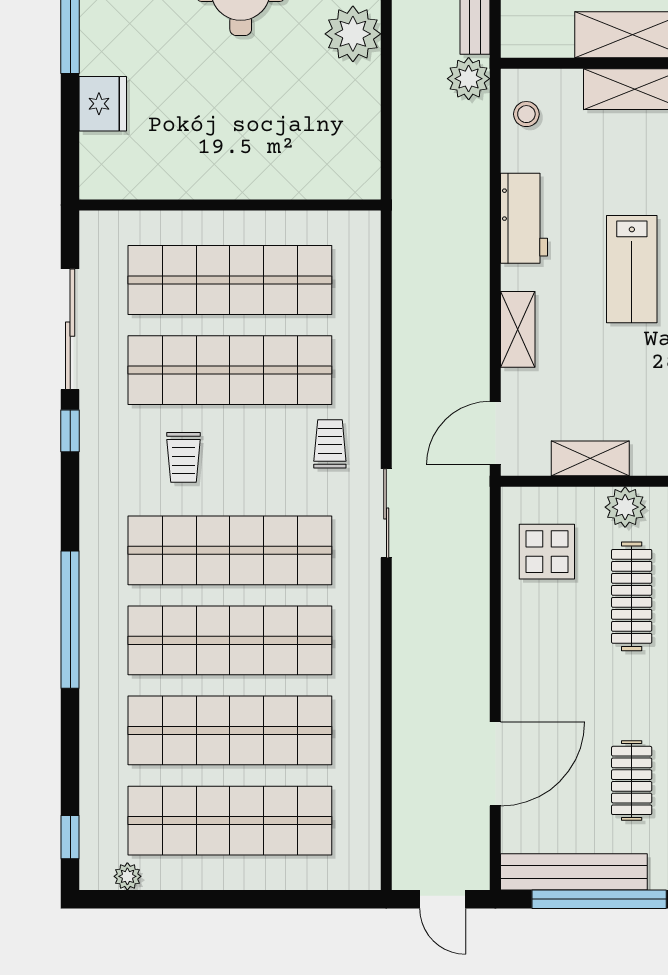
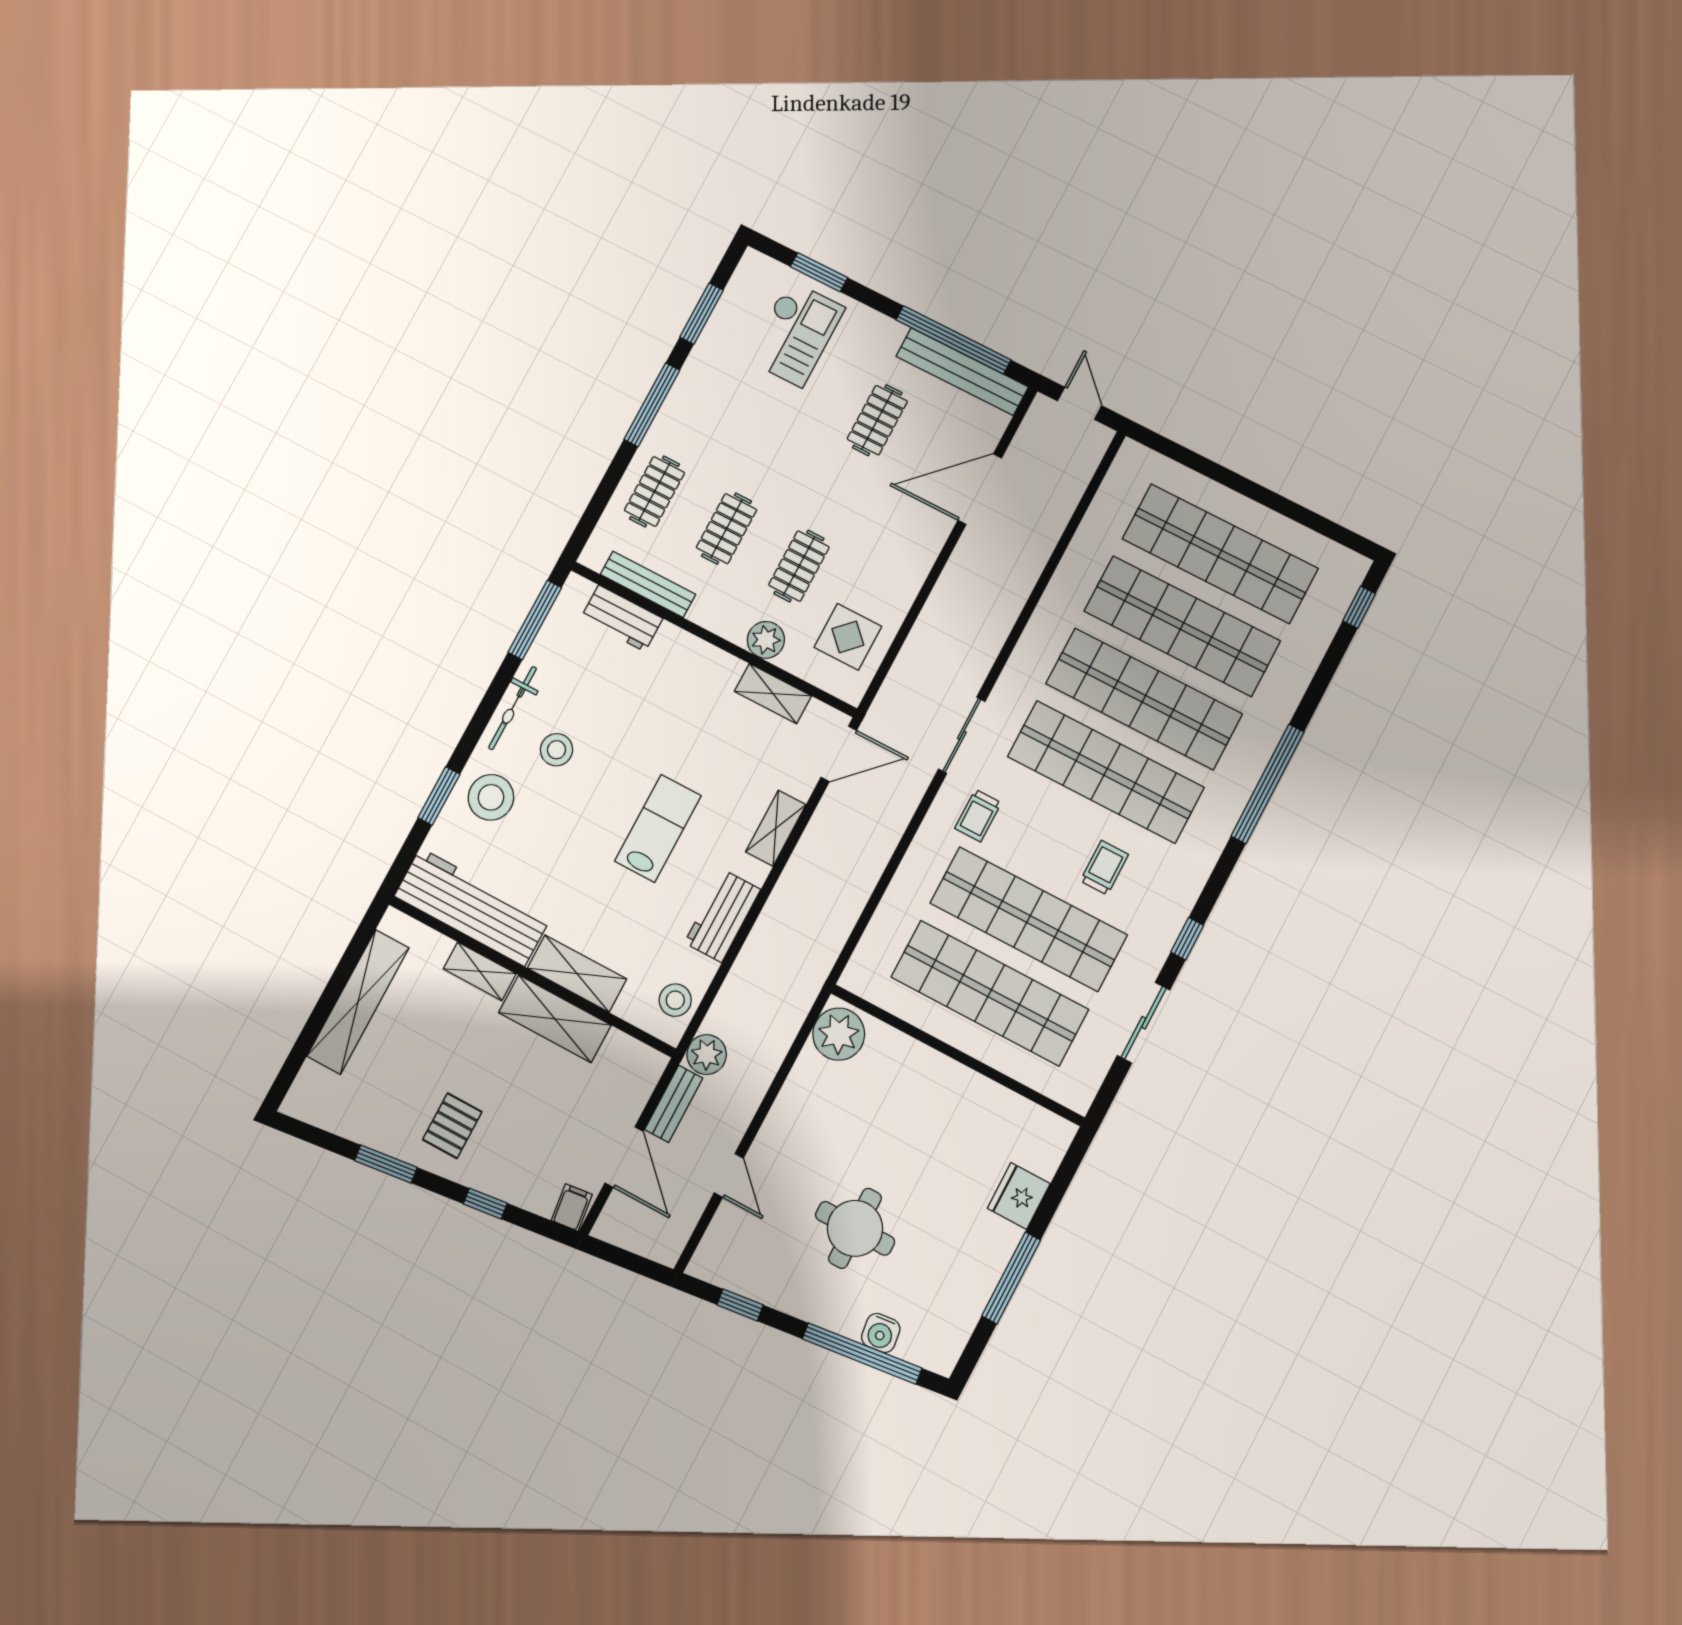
plant: (353, 34) -> (839, 1034), moved
stool: (526, 114) -> (675, 1000), width x1.37, depth x1.37
sliding door: (70, 329) -> (1144, 1023), width x0.73
clothes rail: (632, 596) -> (799, 566), width x0.73
plant: (127, 876) -> (1328, 551), removed

